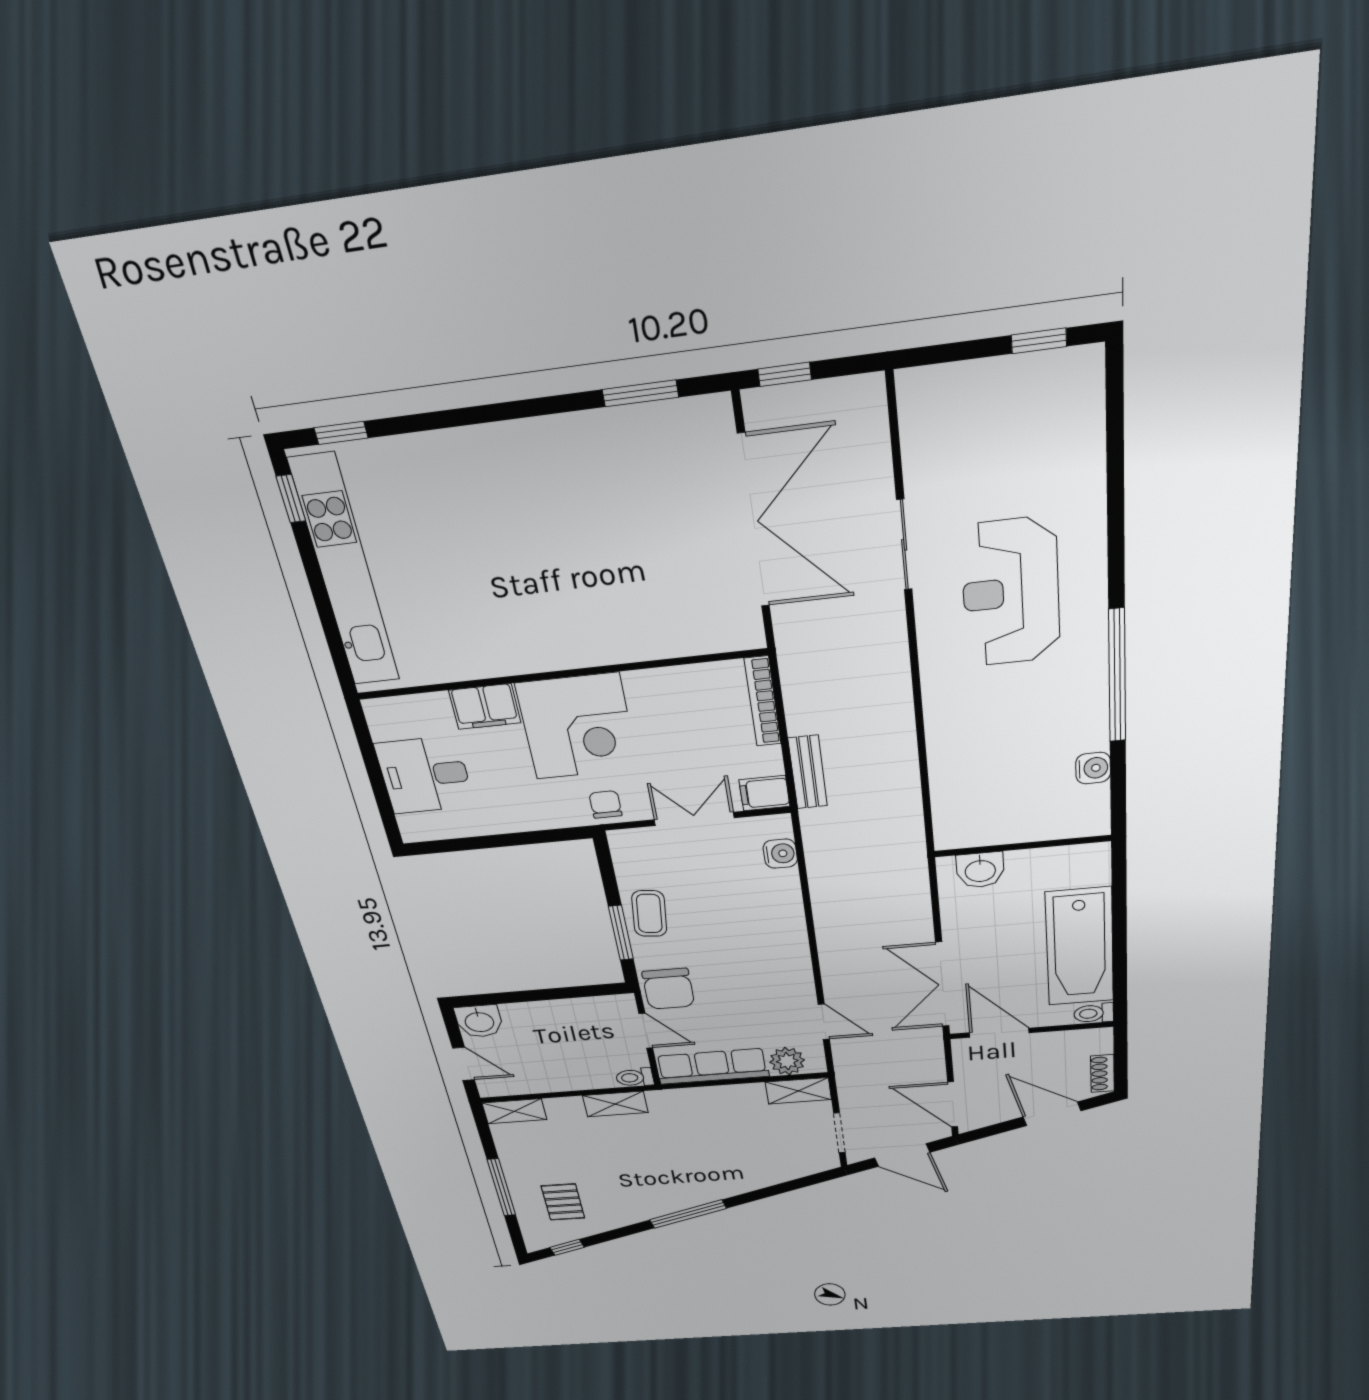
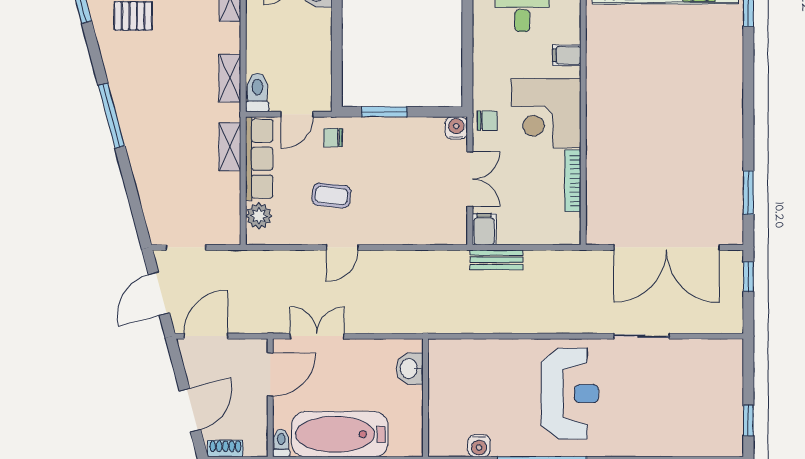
reception desk: (1011, 593) -> (570, 394), moved, turned 90
bookcase: (763, 701) -> (573, 181), moved, turned -90
filing cabinet: (485, 707) -> (567, 55), width x0.50
water cooler: (780, 854) -> (456, 128), moved, turned 180
coffee table: (649, 914) -> (331, 196), moved
double door: (942, 985) -> (317, 336), width x0.73
chair: (668, 989) -> (333, 138), width x0.54, depth x0.54
door: (824, 1022) -> (342, 247), moved
toilet: (635, 1077) -> (257, 92), width x1.37, depth x1.39
shelving: (798, 1091) -> (230, 147), moved

